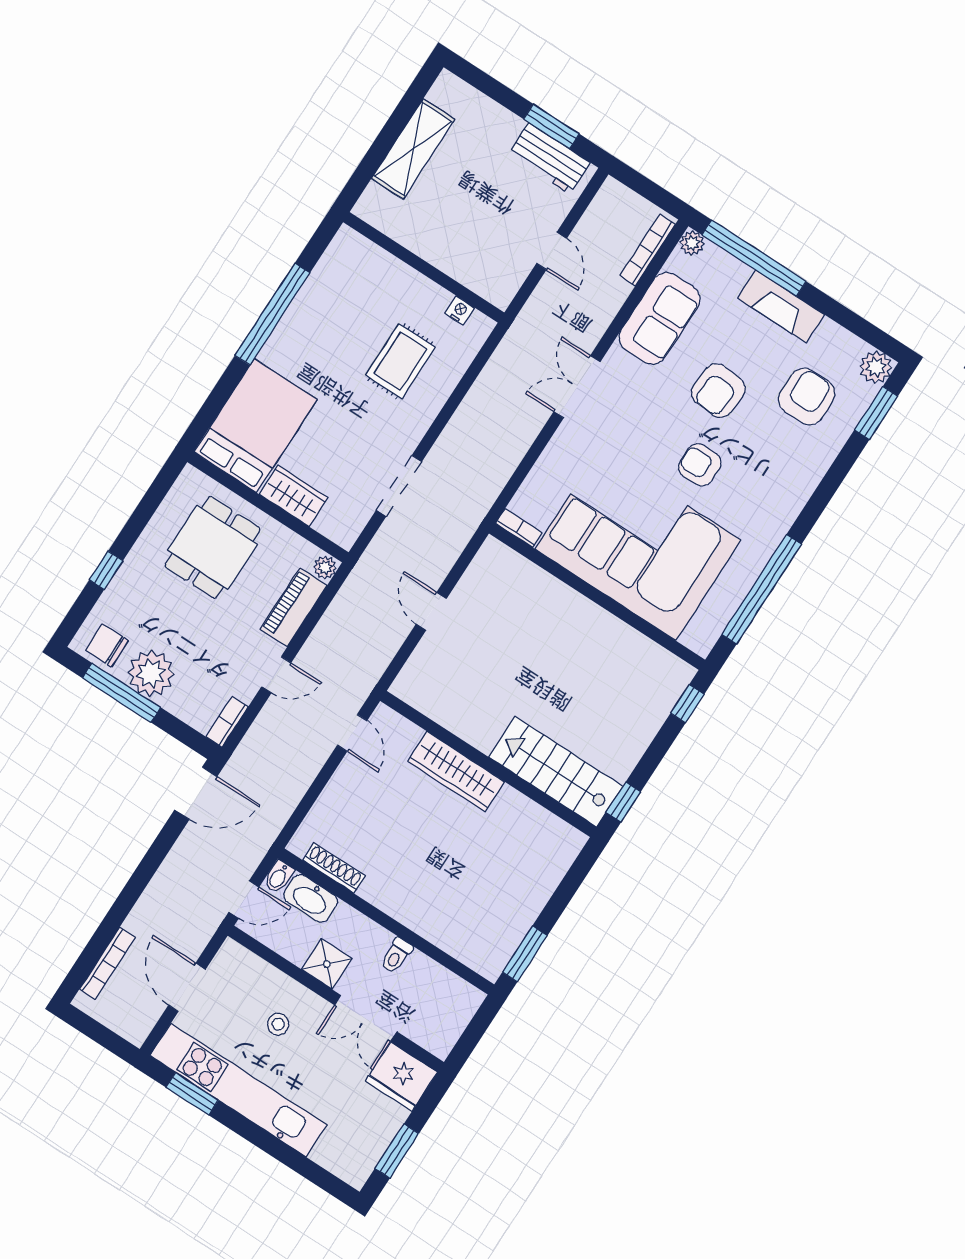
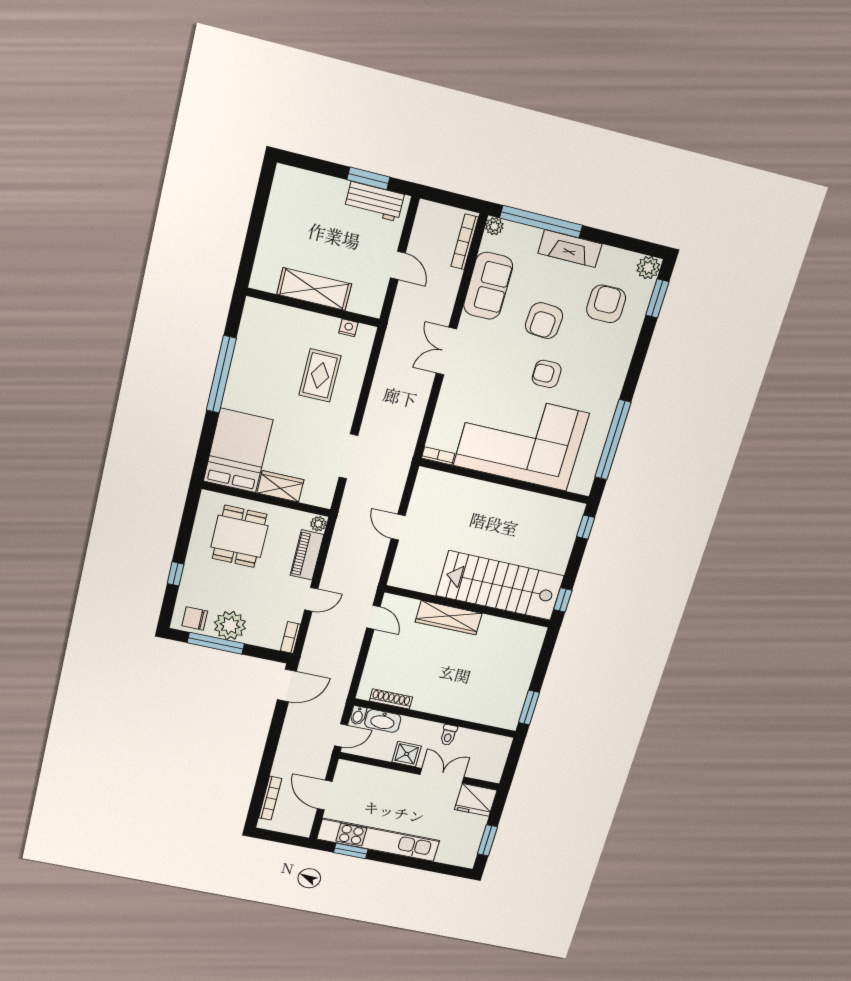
shelving: (413, 149) -> (314, 289), moved, turned 90
stairs: (556, 772) -> (500, 586), width x1.36, depth x1.51
double door: (366, 1018) -> (442, 776), swing flipped
stool: (278, 1024) -> (389, 797), removed

